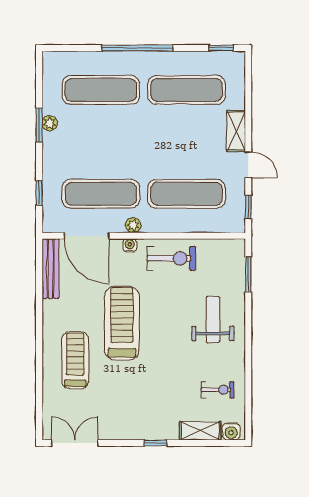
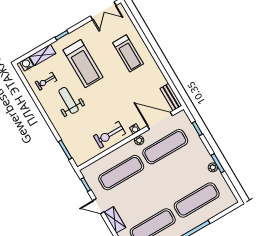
bench: (50, 269) -> (171, 97), width x0.73
weight bench: (213, 320) -> (69, 100), moved, turned 180
treadmill: (122, 323) -> (83, 64), moved

